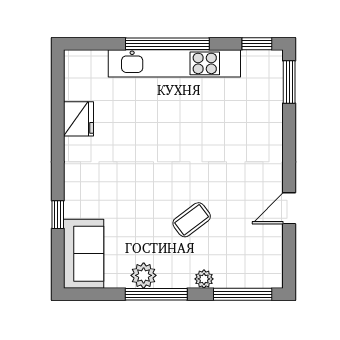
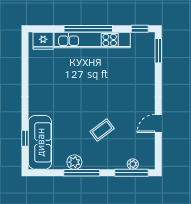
fridge: (78, 119) -> (43, 41), moved, turned 90
window: (58, 215) -> (25, 138), moved
sofa: (84, 254) -> (40, 142), width x1.36
plant: (204, 279) -> (133, 164), moved

